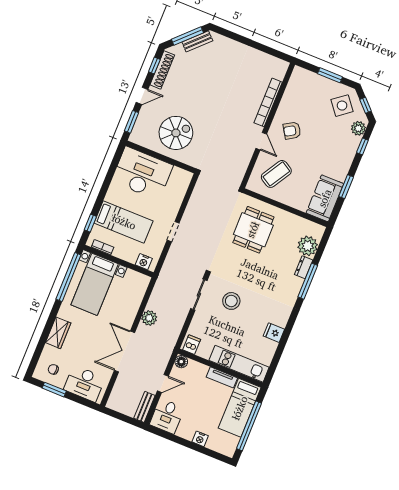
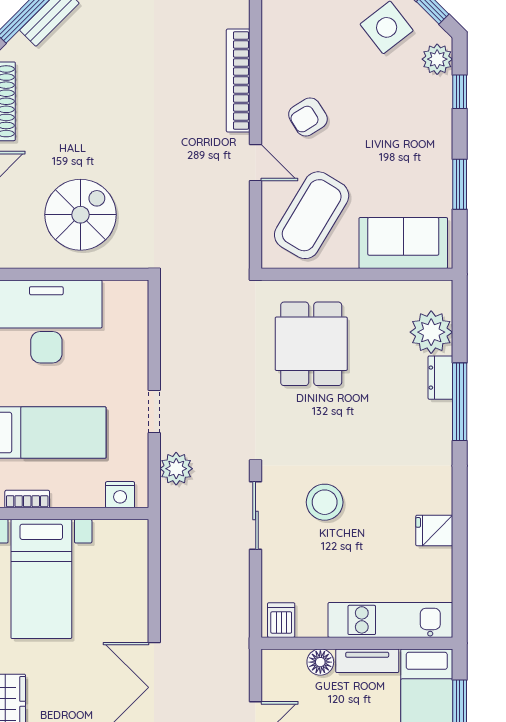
coffee table: (276, 174) -> (312, 215), width x1.36, depth x1.32
sofa: (325, 198) -> (403, 243), moved, turned 90
plant: (149, 318) -> (176, 469), moved
floor lamp: (181, 362) -> (320, 662), moved

